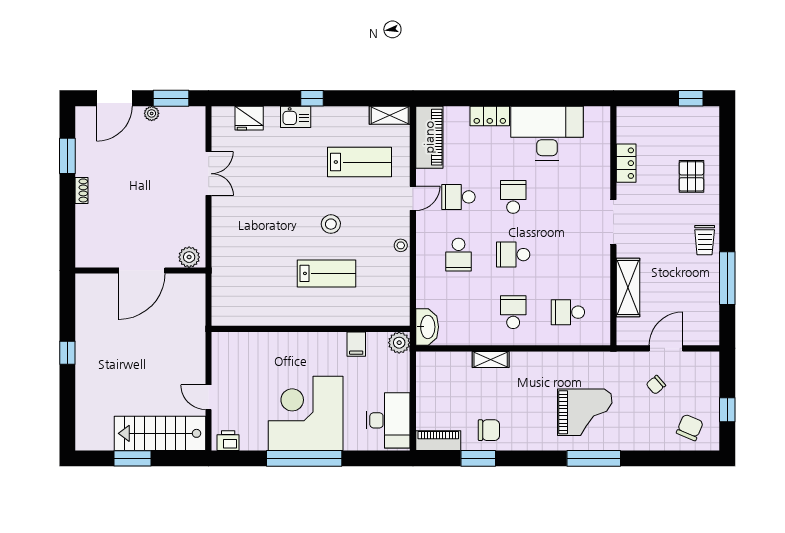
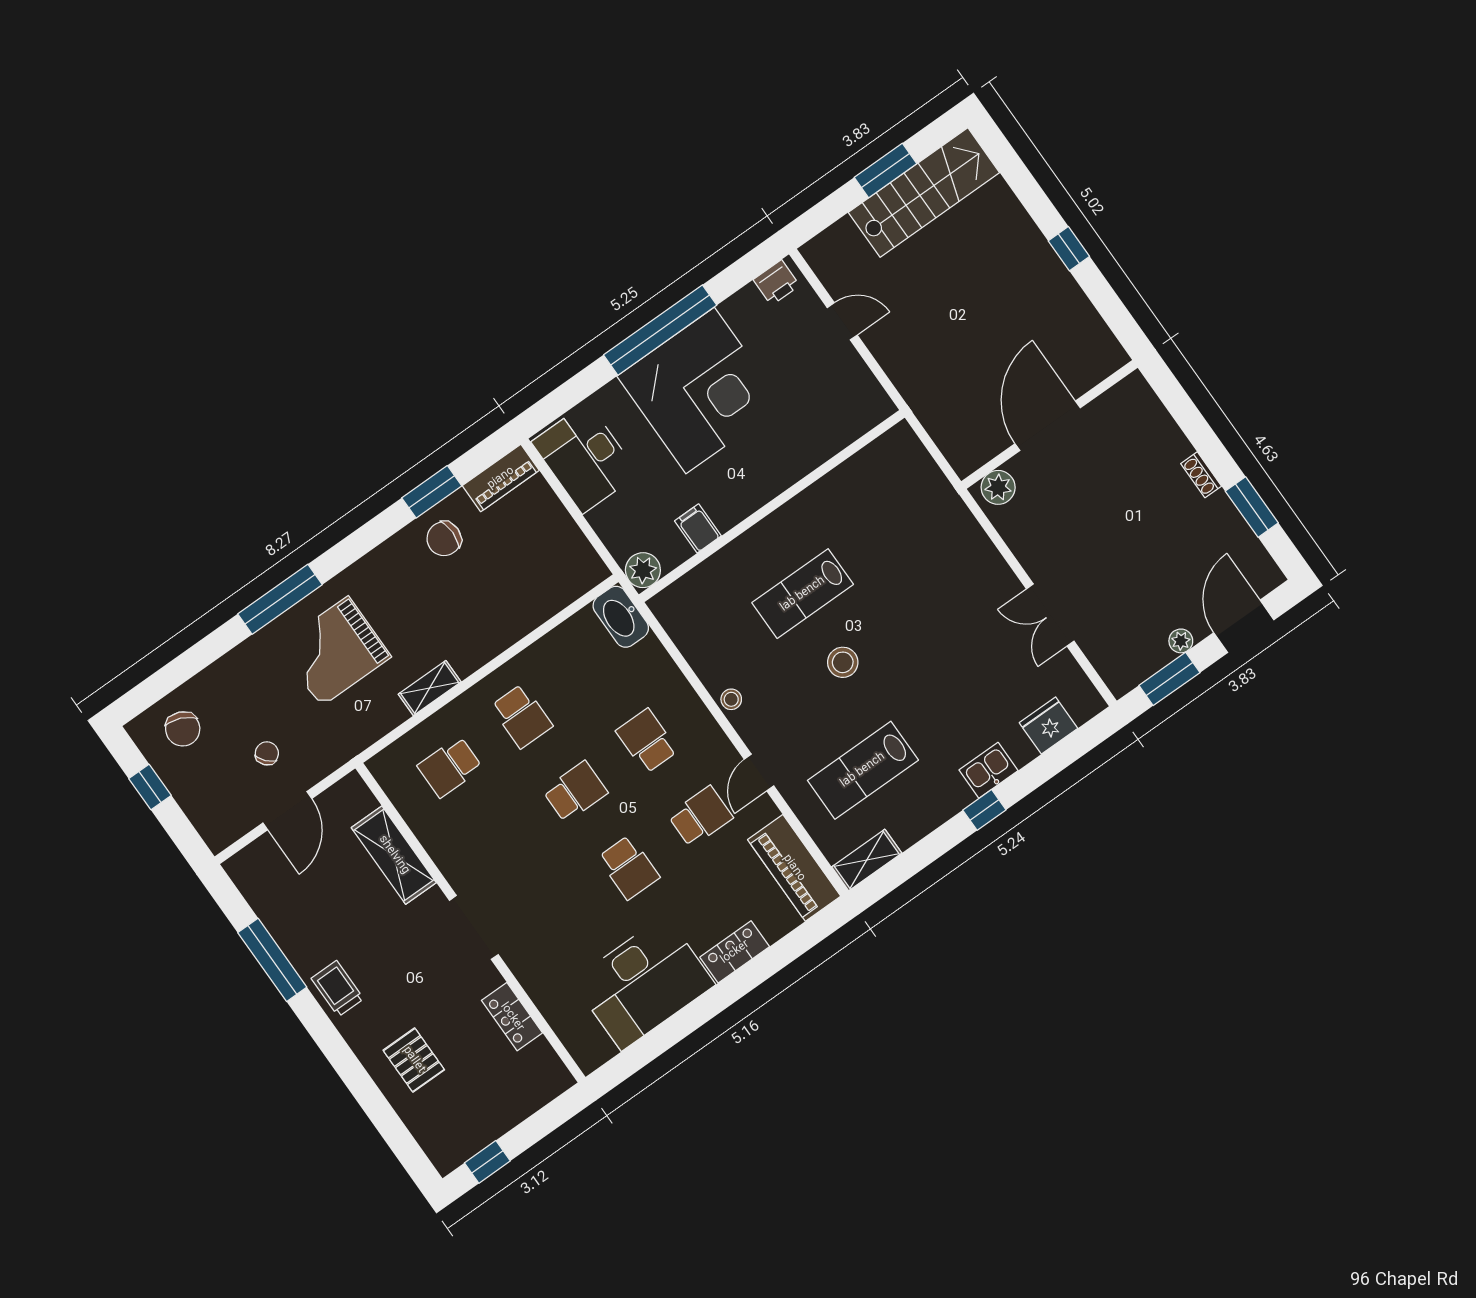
school desk: (568, 312) -> (450, 767), turned 180
shelving: (491, 359) -> (430, 688), moved
stairs: (160, 433) -> (924, 192), moved

